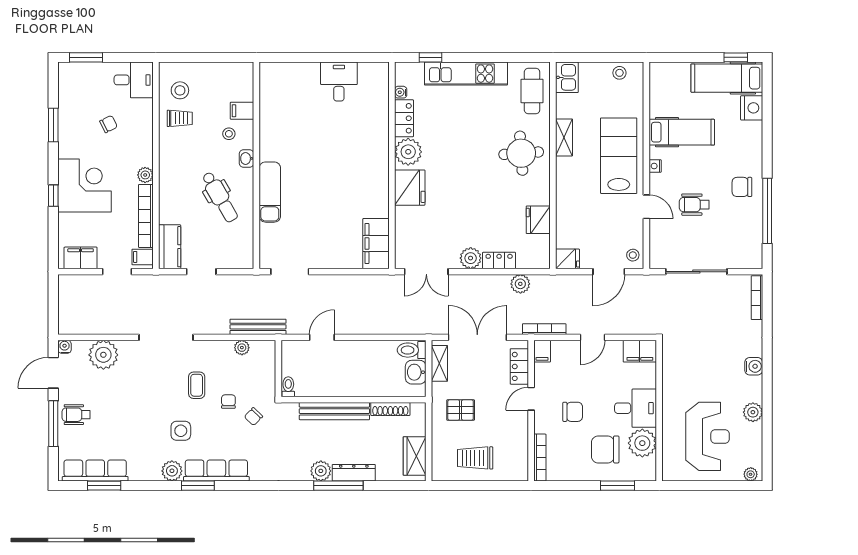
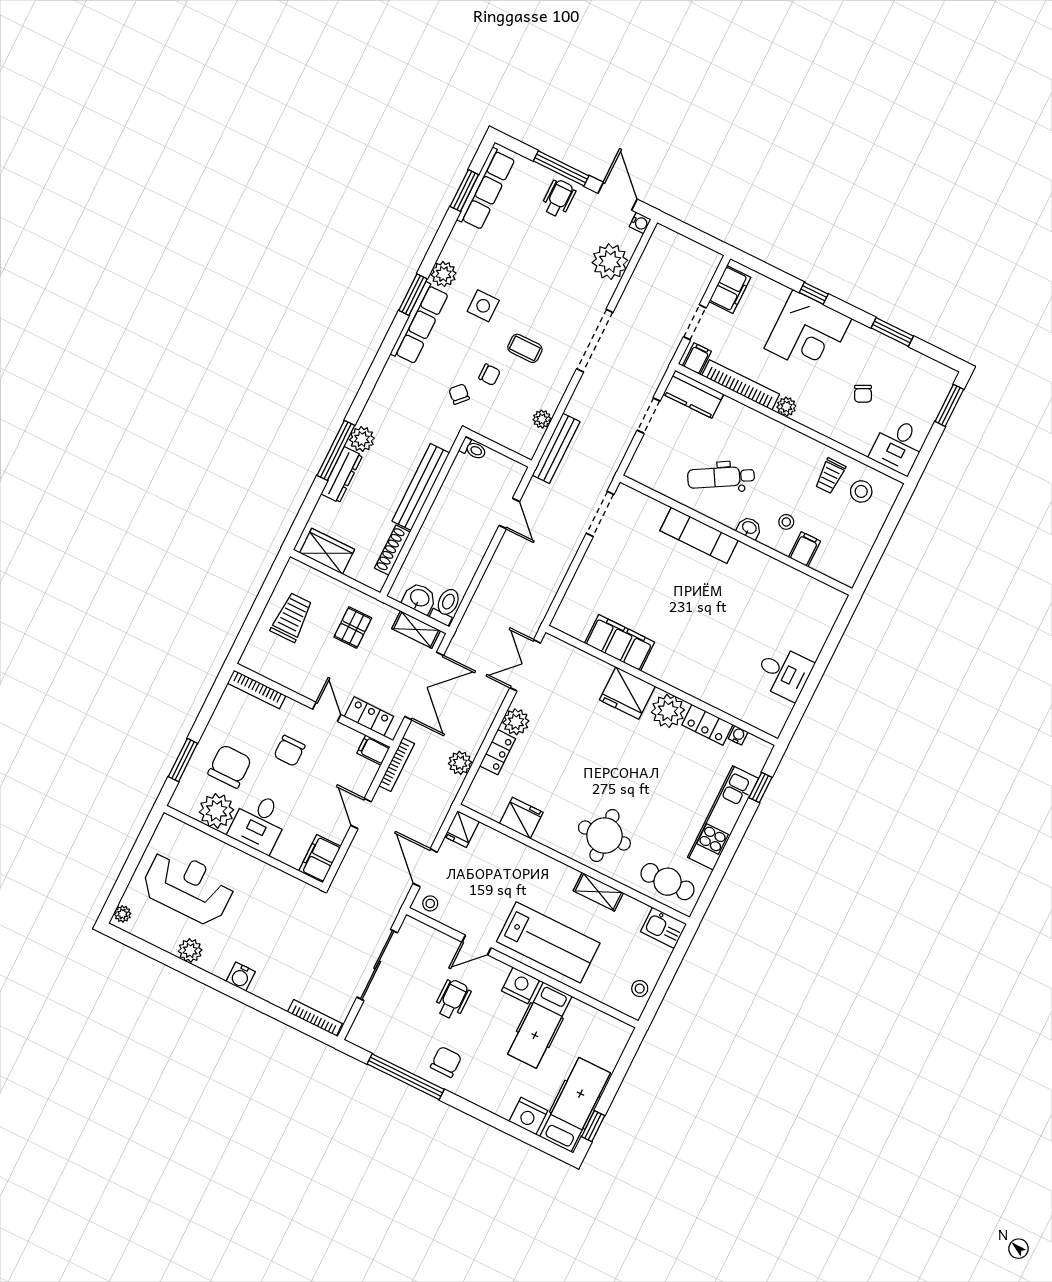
nightstand: (655, 166) -> (520, 985), width x1.89, depth x1.79
filing cabinet: (376, 244) -> (620, 643), moved
reception desk: (708, 436) -> (188, 887), turned 180

